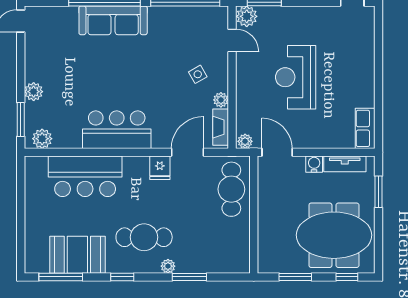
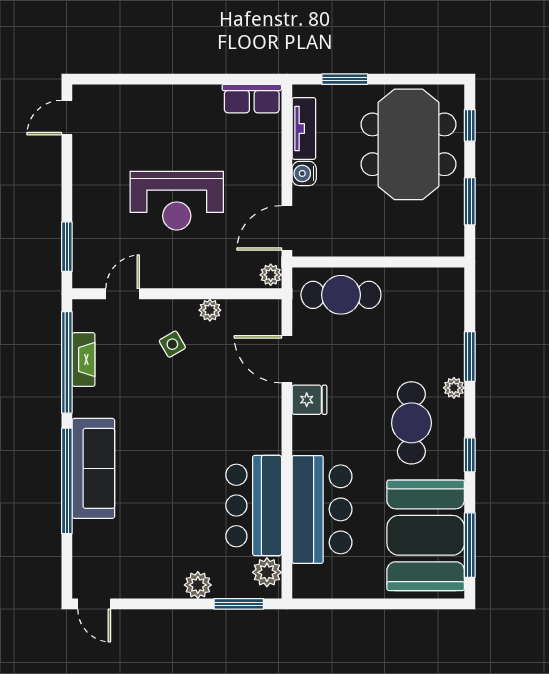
plant: (247, 16) -> (87, 272), removed
fireplace: (221, 127) -> (84, 359), moved, turned -90
bar counter: (117, 130) -> (254, 506), moved
booth: (77, 255) -> (426, 535), width x1.36, depth x1.42

